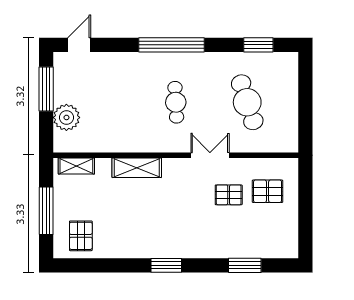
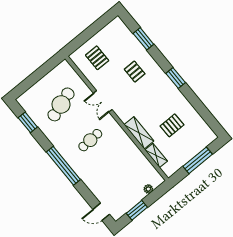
window: (46, 89) -> (137, 210), width x0.69
plant: (66, 117) -> (148, 189), width x0.53, depth x0.53
shelving: (76, 166) -> (156, 155), moved
pallet: (229, 195) -> (135, 72), moved
pallet: (81, 236) -> (172, 125), moved

